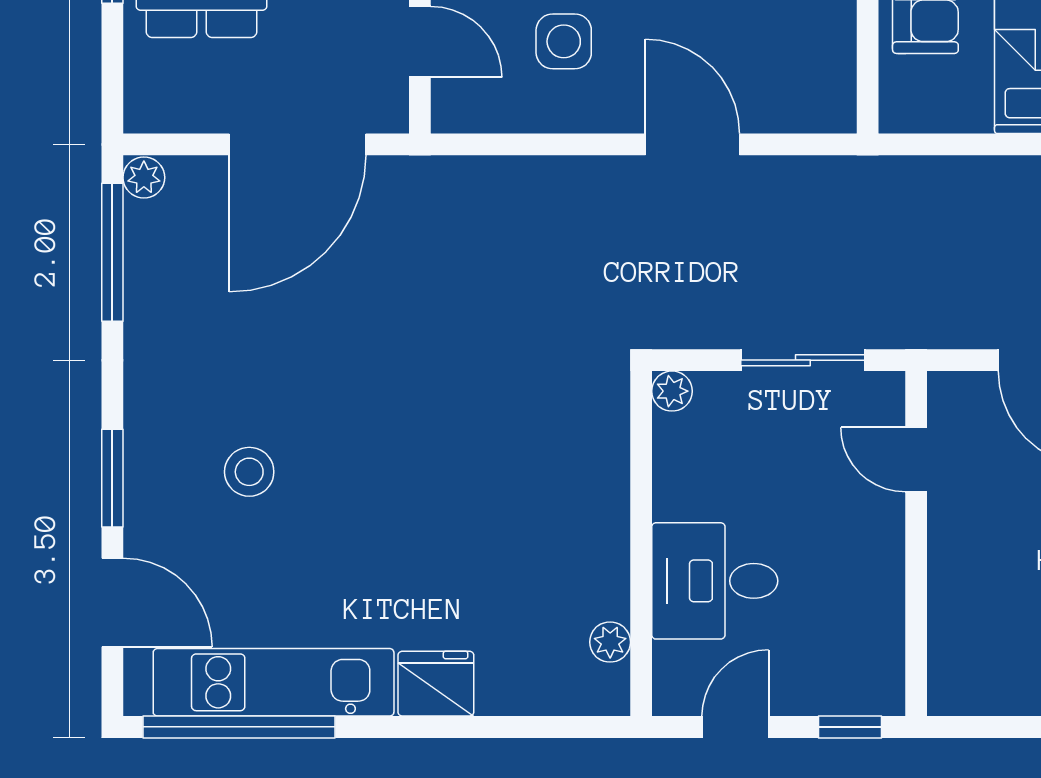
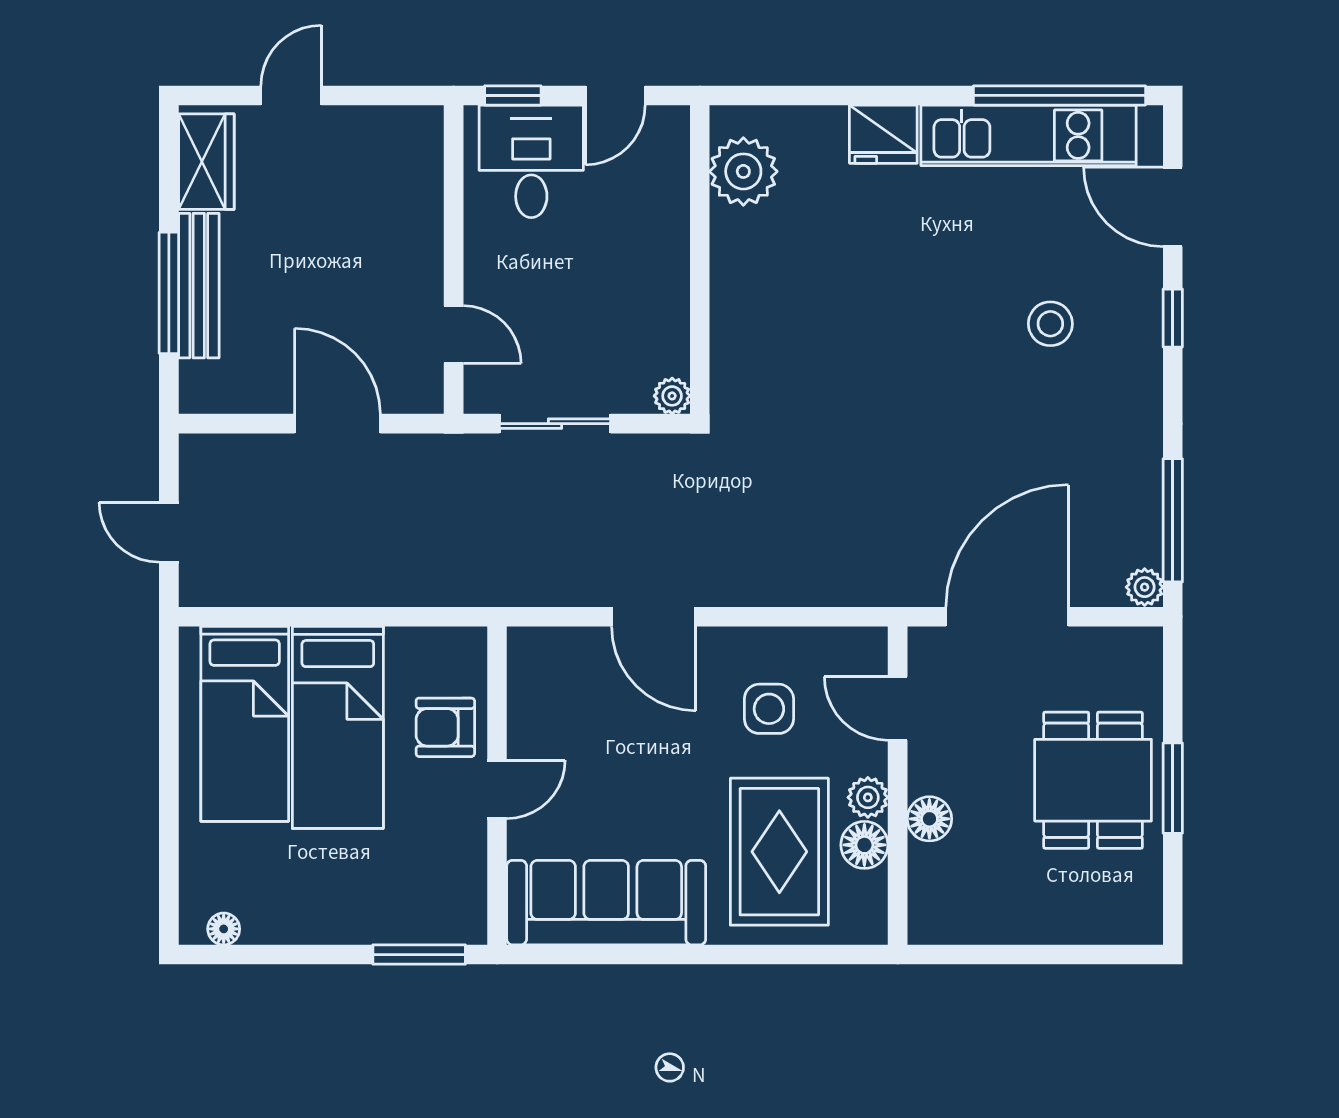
window: (112, 478) -> (1173, 318), width x0.67
desk: (715, 581) -> (531, 161), moved, turned -90
plant: (610, 642) -> (743, 171), width x1.88, depth x1.88

